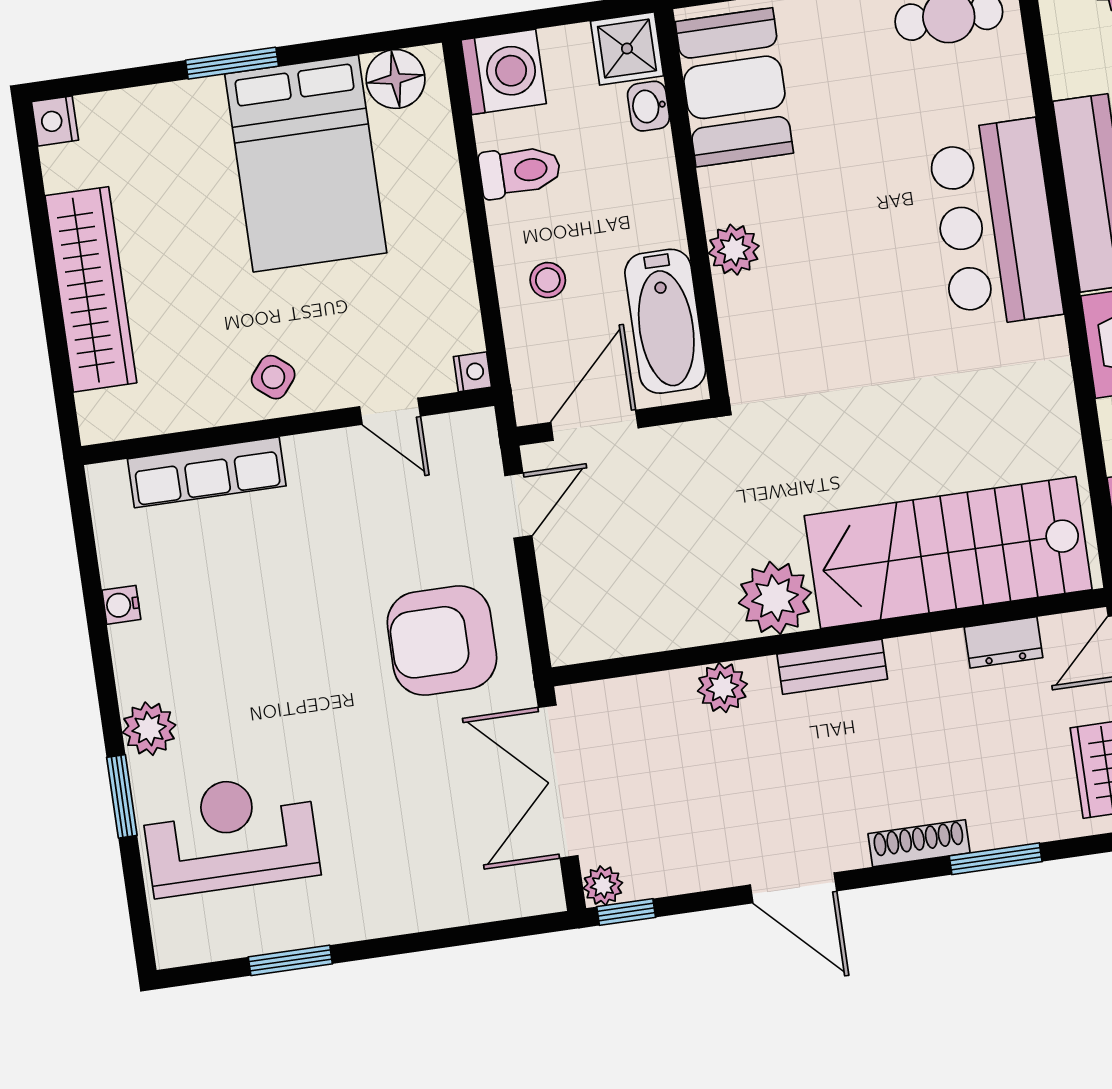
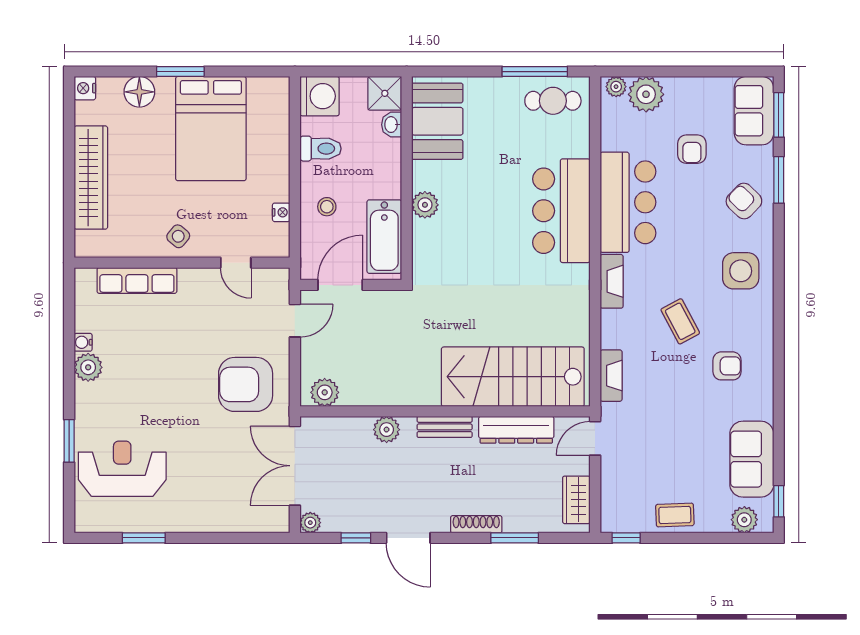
floor lamp: (396, 79) -> (139, 92), moved
nightstand: (472, 372) -> (281, 212), moved
plant: (775, 598) -> (325, 392), moved, width x0.73, depth x0.73
dresser: (1004, 642) -> (516, 430), width x1.96, depth x1.24
plant: (149, 729) -> (88, 367), moved
window: (626, 912) -> (356, 538), moved

